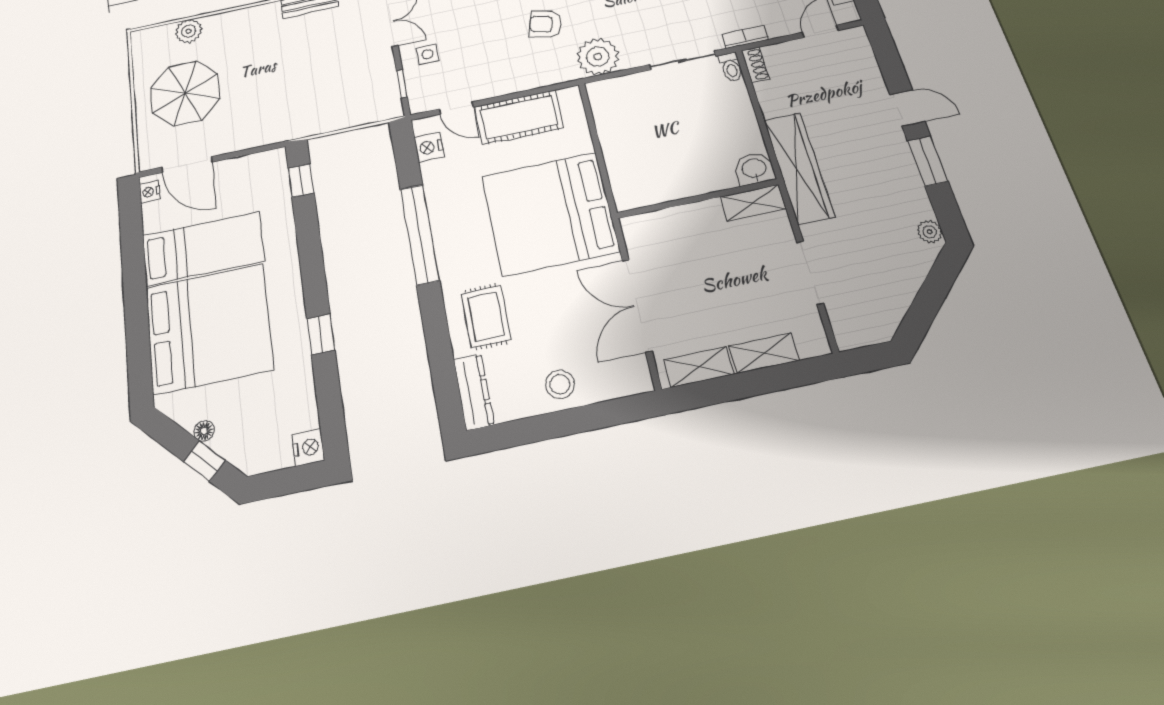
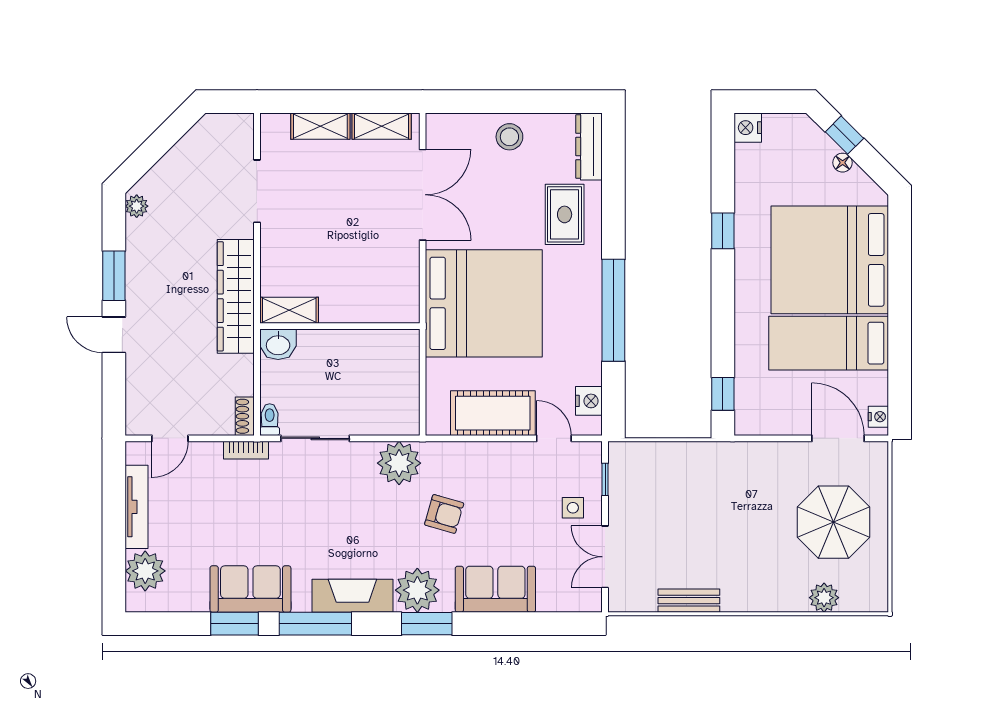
washbasin: (754, 169) -> (278, 344), moved
wall: (698, 199) -> (340, 326), moved
shelving: (753, 203) -> (289, 310), moved

